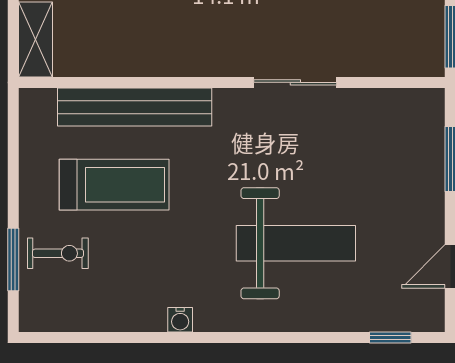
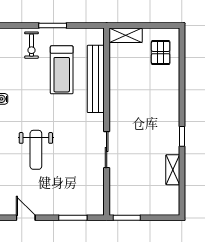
weight bench: (296, 243) -> (36, 150), width x0.73, depth x0.75
window: (13, 259) -> (53, 25), moved

